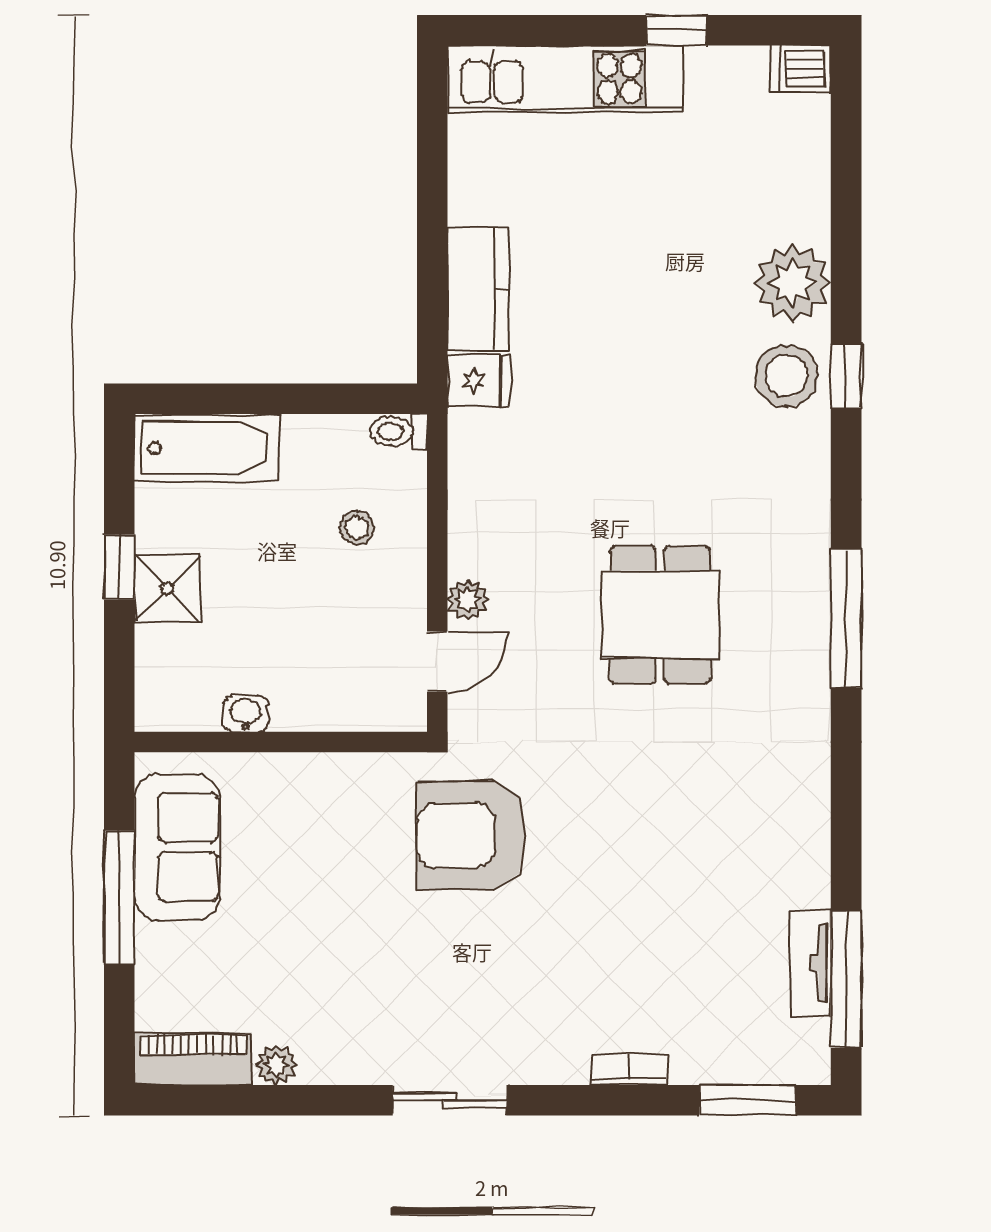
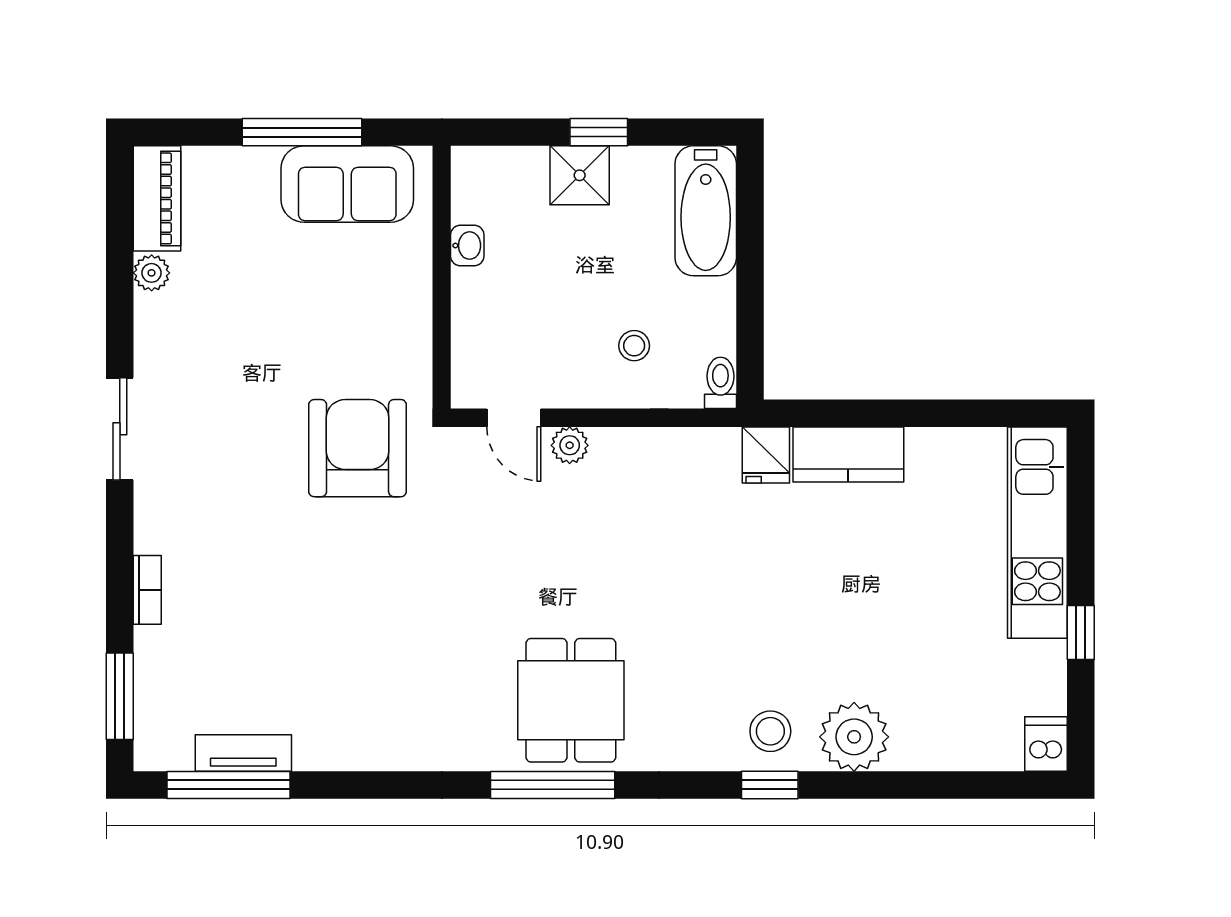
stool: (786, 376) -> (770, 731), width x0.73, depth x0.73
dining table: (660, 615) -> (571, 700), moved, turned 90

